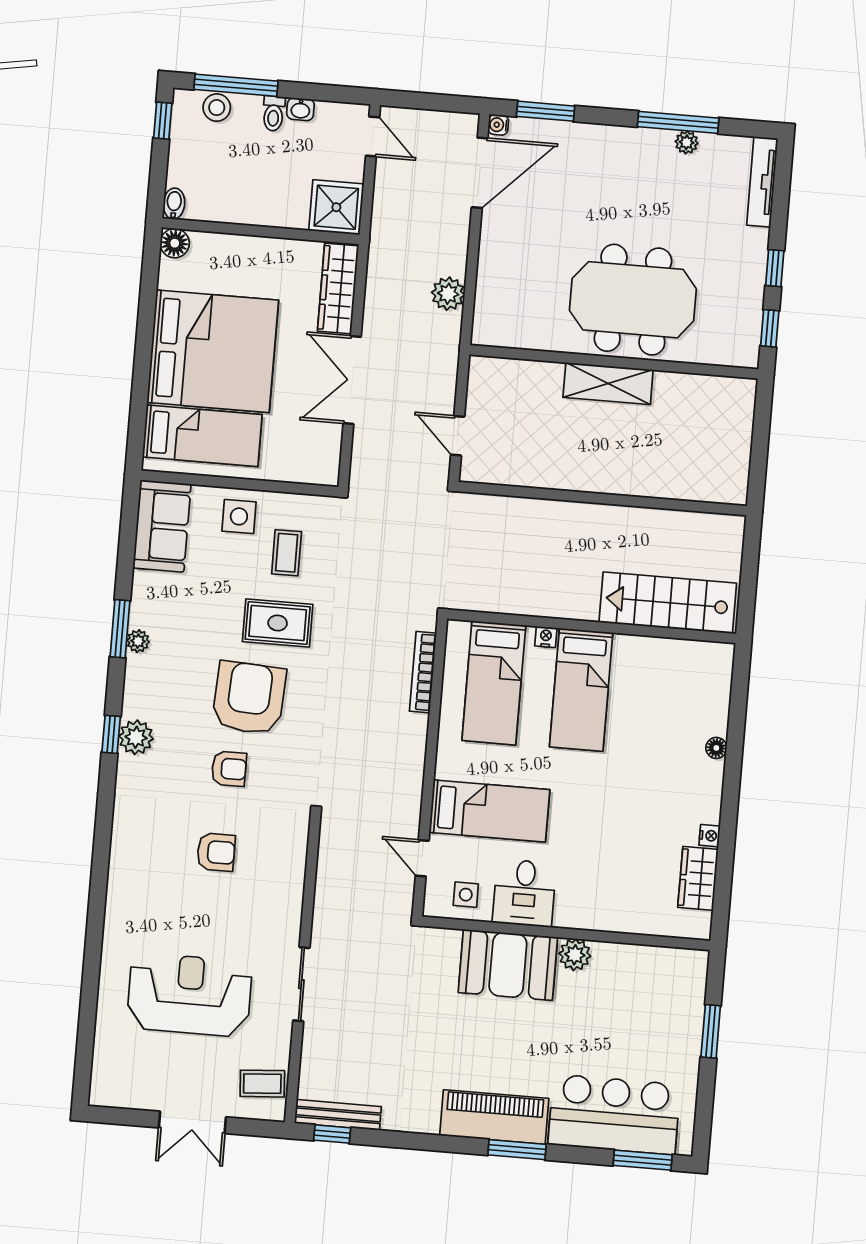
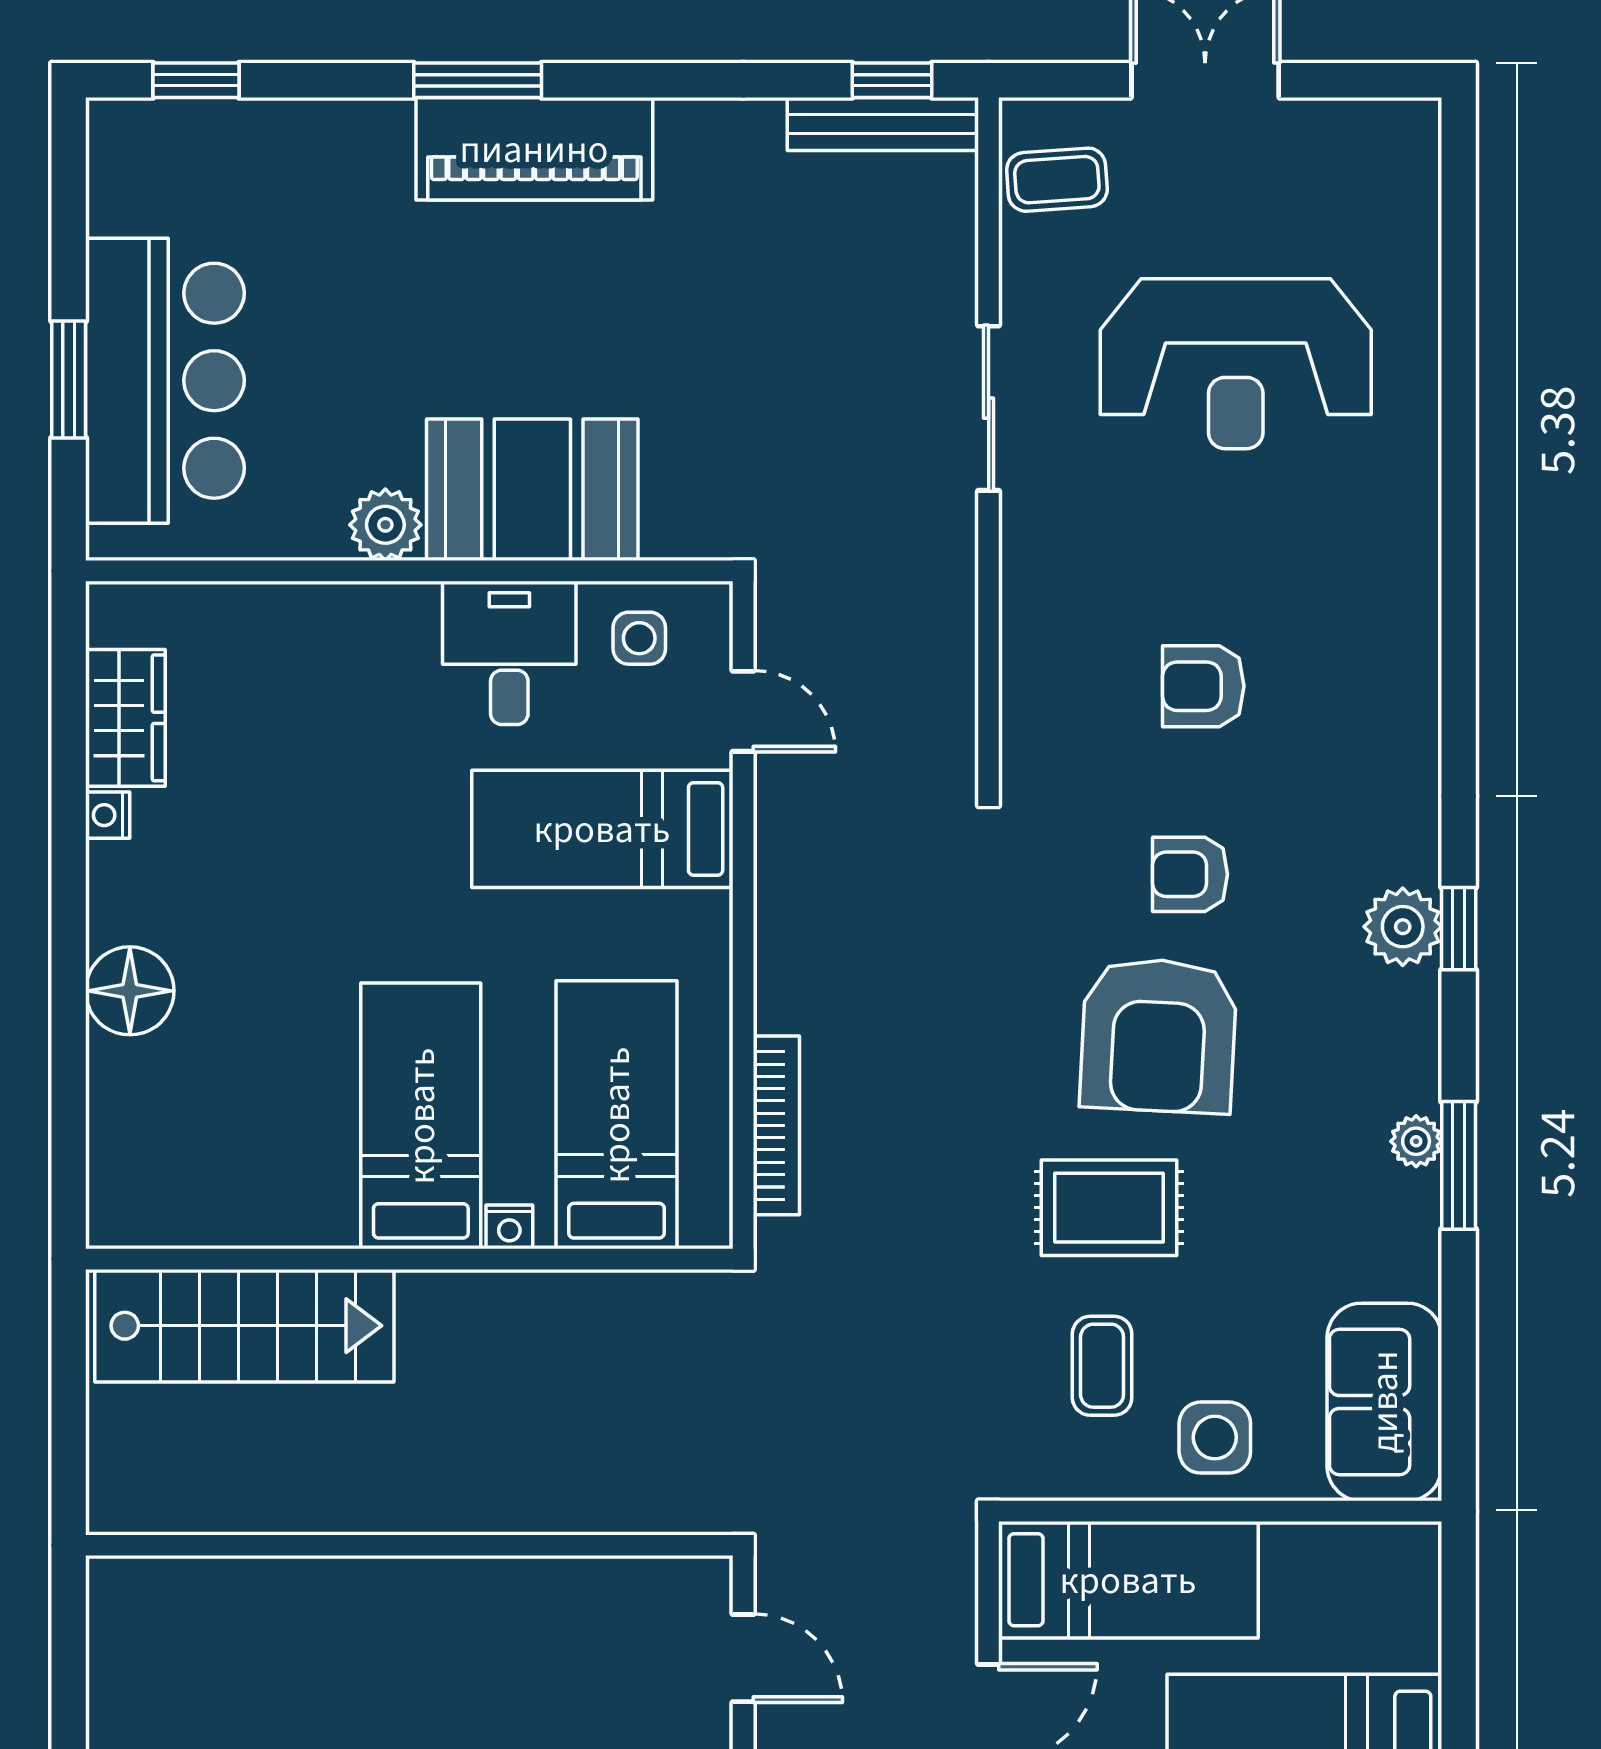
bed: (202, 436) -> (1128, 1580), moved, turned 180
floor lamp: (716, 748) -> (130, 991), width x1.89, depth x1.89
bar counter: (614, 1115) -> (165, 381), moved, turned -90
window: (643, 1160) -> (196, 80), width x0.67

